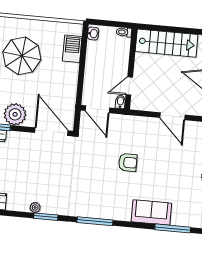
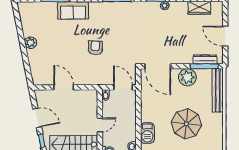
door: (129, 86) -> (100, 125), moved
armchair: (128, 162) -> (95, 48), turned 93

